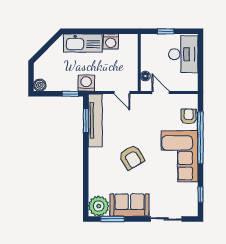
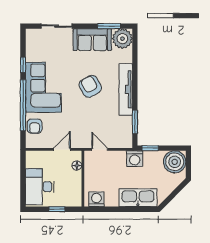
washing machine: (111, 42) -> (96, 199), moved
boiler: (40, 85) -> (175, 162), width x1.86, depth x1.86
door: (161, 93) -> (62, 149), swing flipped
tv unit: (95, 120) -> (126, 89), moved
window: (200, 195) -> (23, 65), moved

